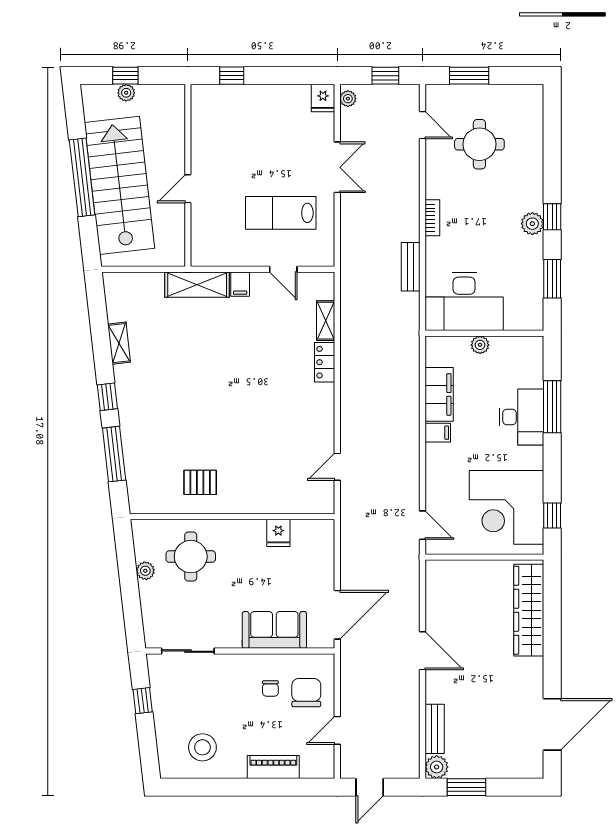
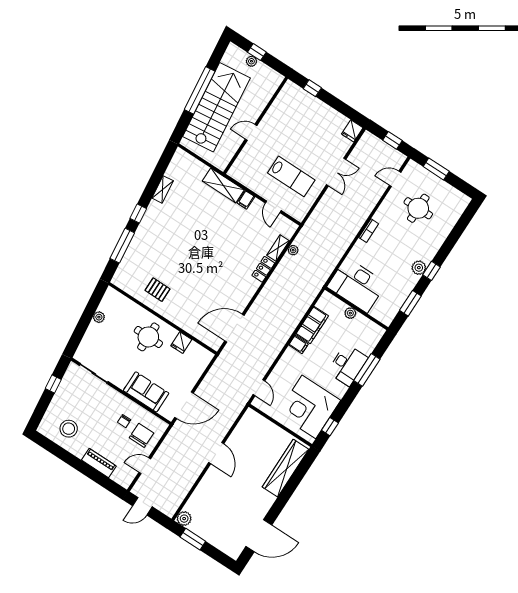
plant: (348, 99) -> (293, 250), moved
door: (423, 125) -> (395, 179), swing flipped
lab bench: (281, 213) -> (291, 176), turned 180
bench: (411, 267) -> (341, 249), removed
door: (337, 467) -> (234, 328), width x1.88
round table: (191, 557) -> (148, 337), moved
bench: (435, 729) -> (196, 498), removed

